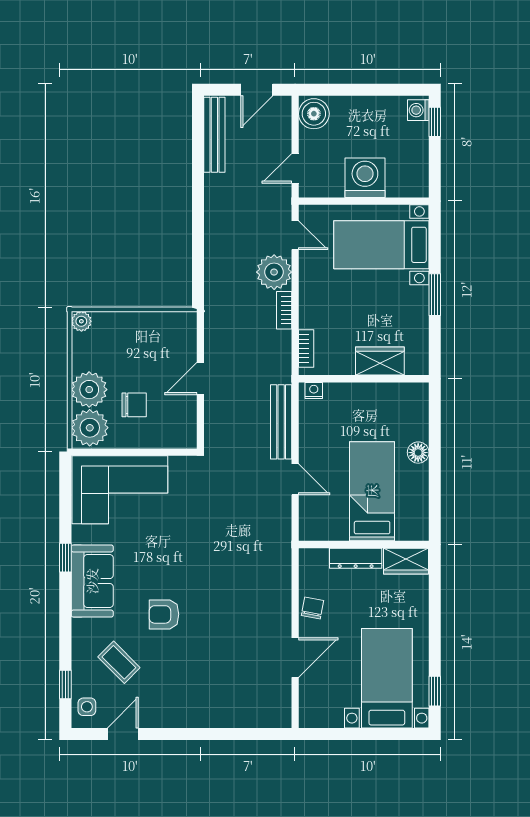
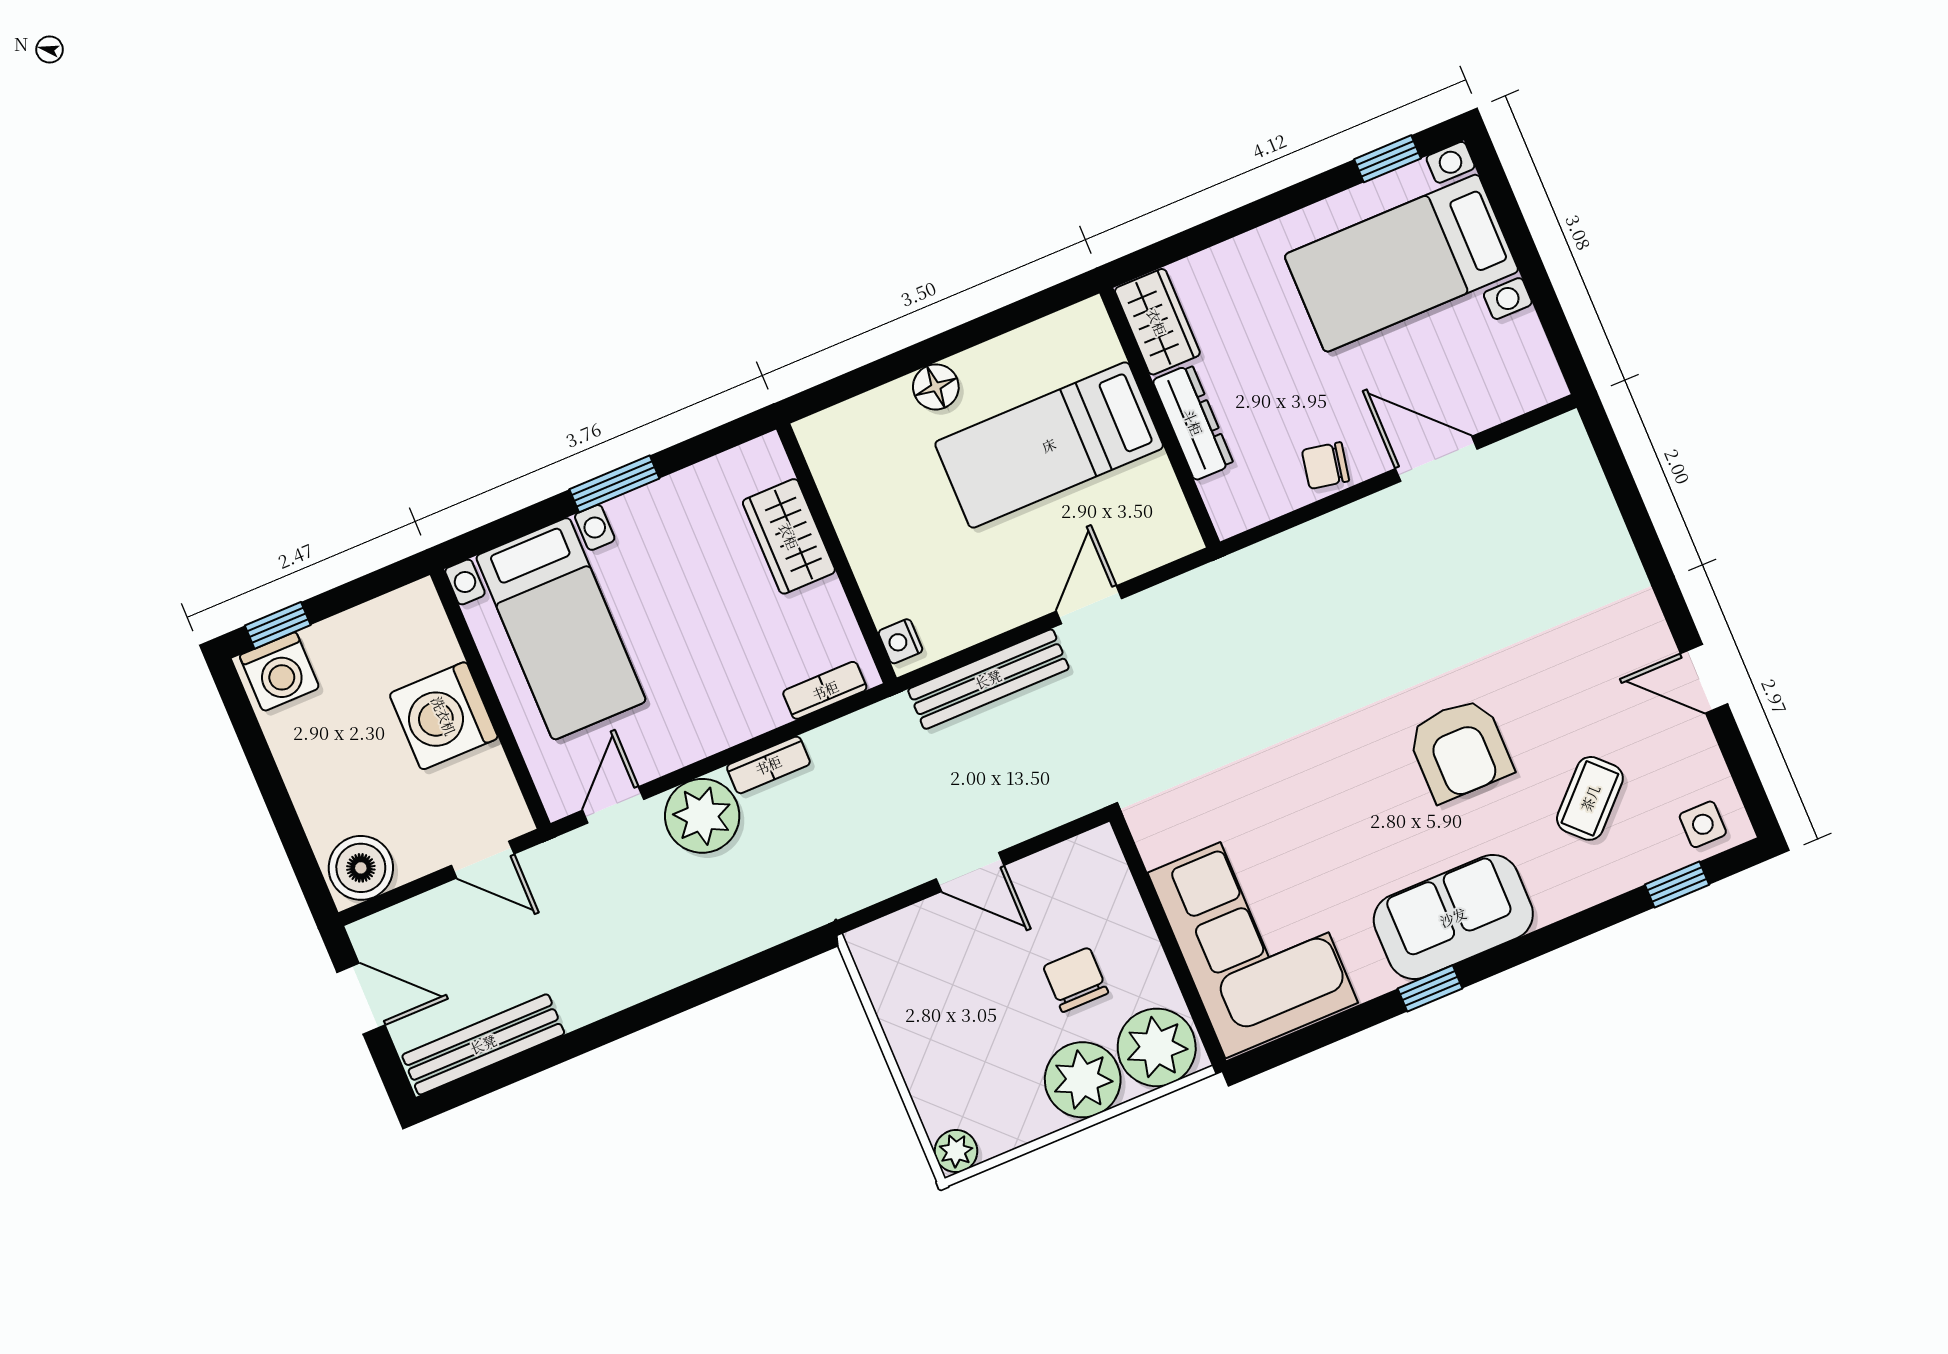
washing machine: (418, 110) -> (279, 672), width x1.38, depth x1.38
armchair: (164, 614) -> (1460, 750), width x1.38, depth x1.38
door: (123, 734) -> (1704, 679), moved

